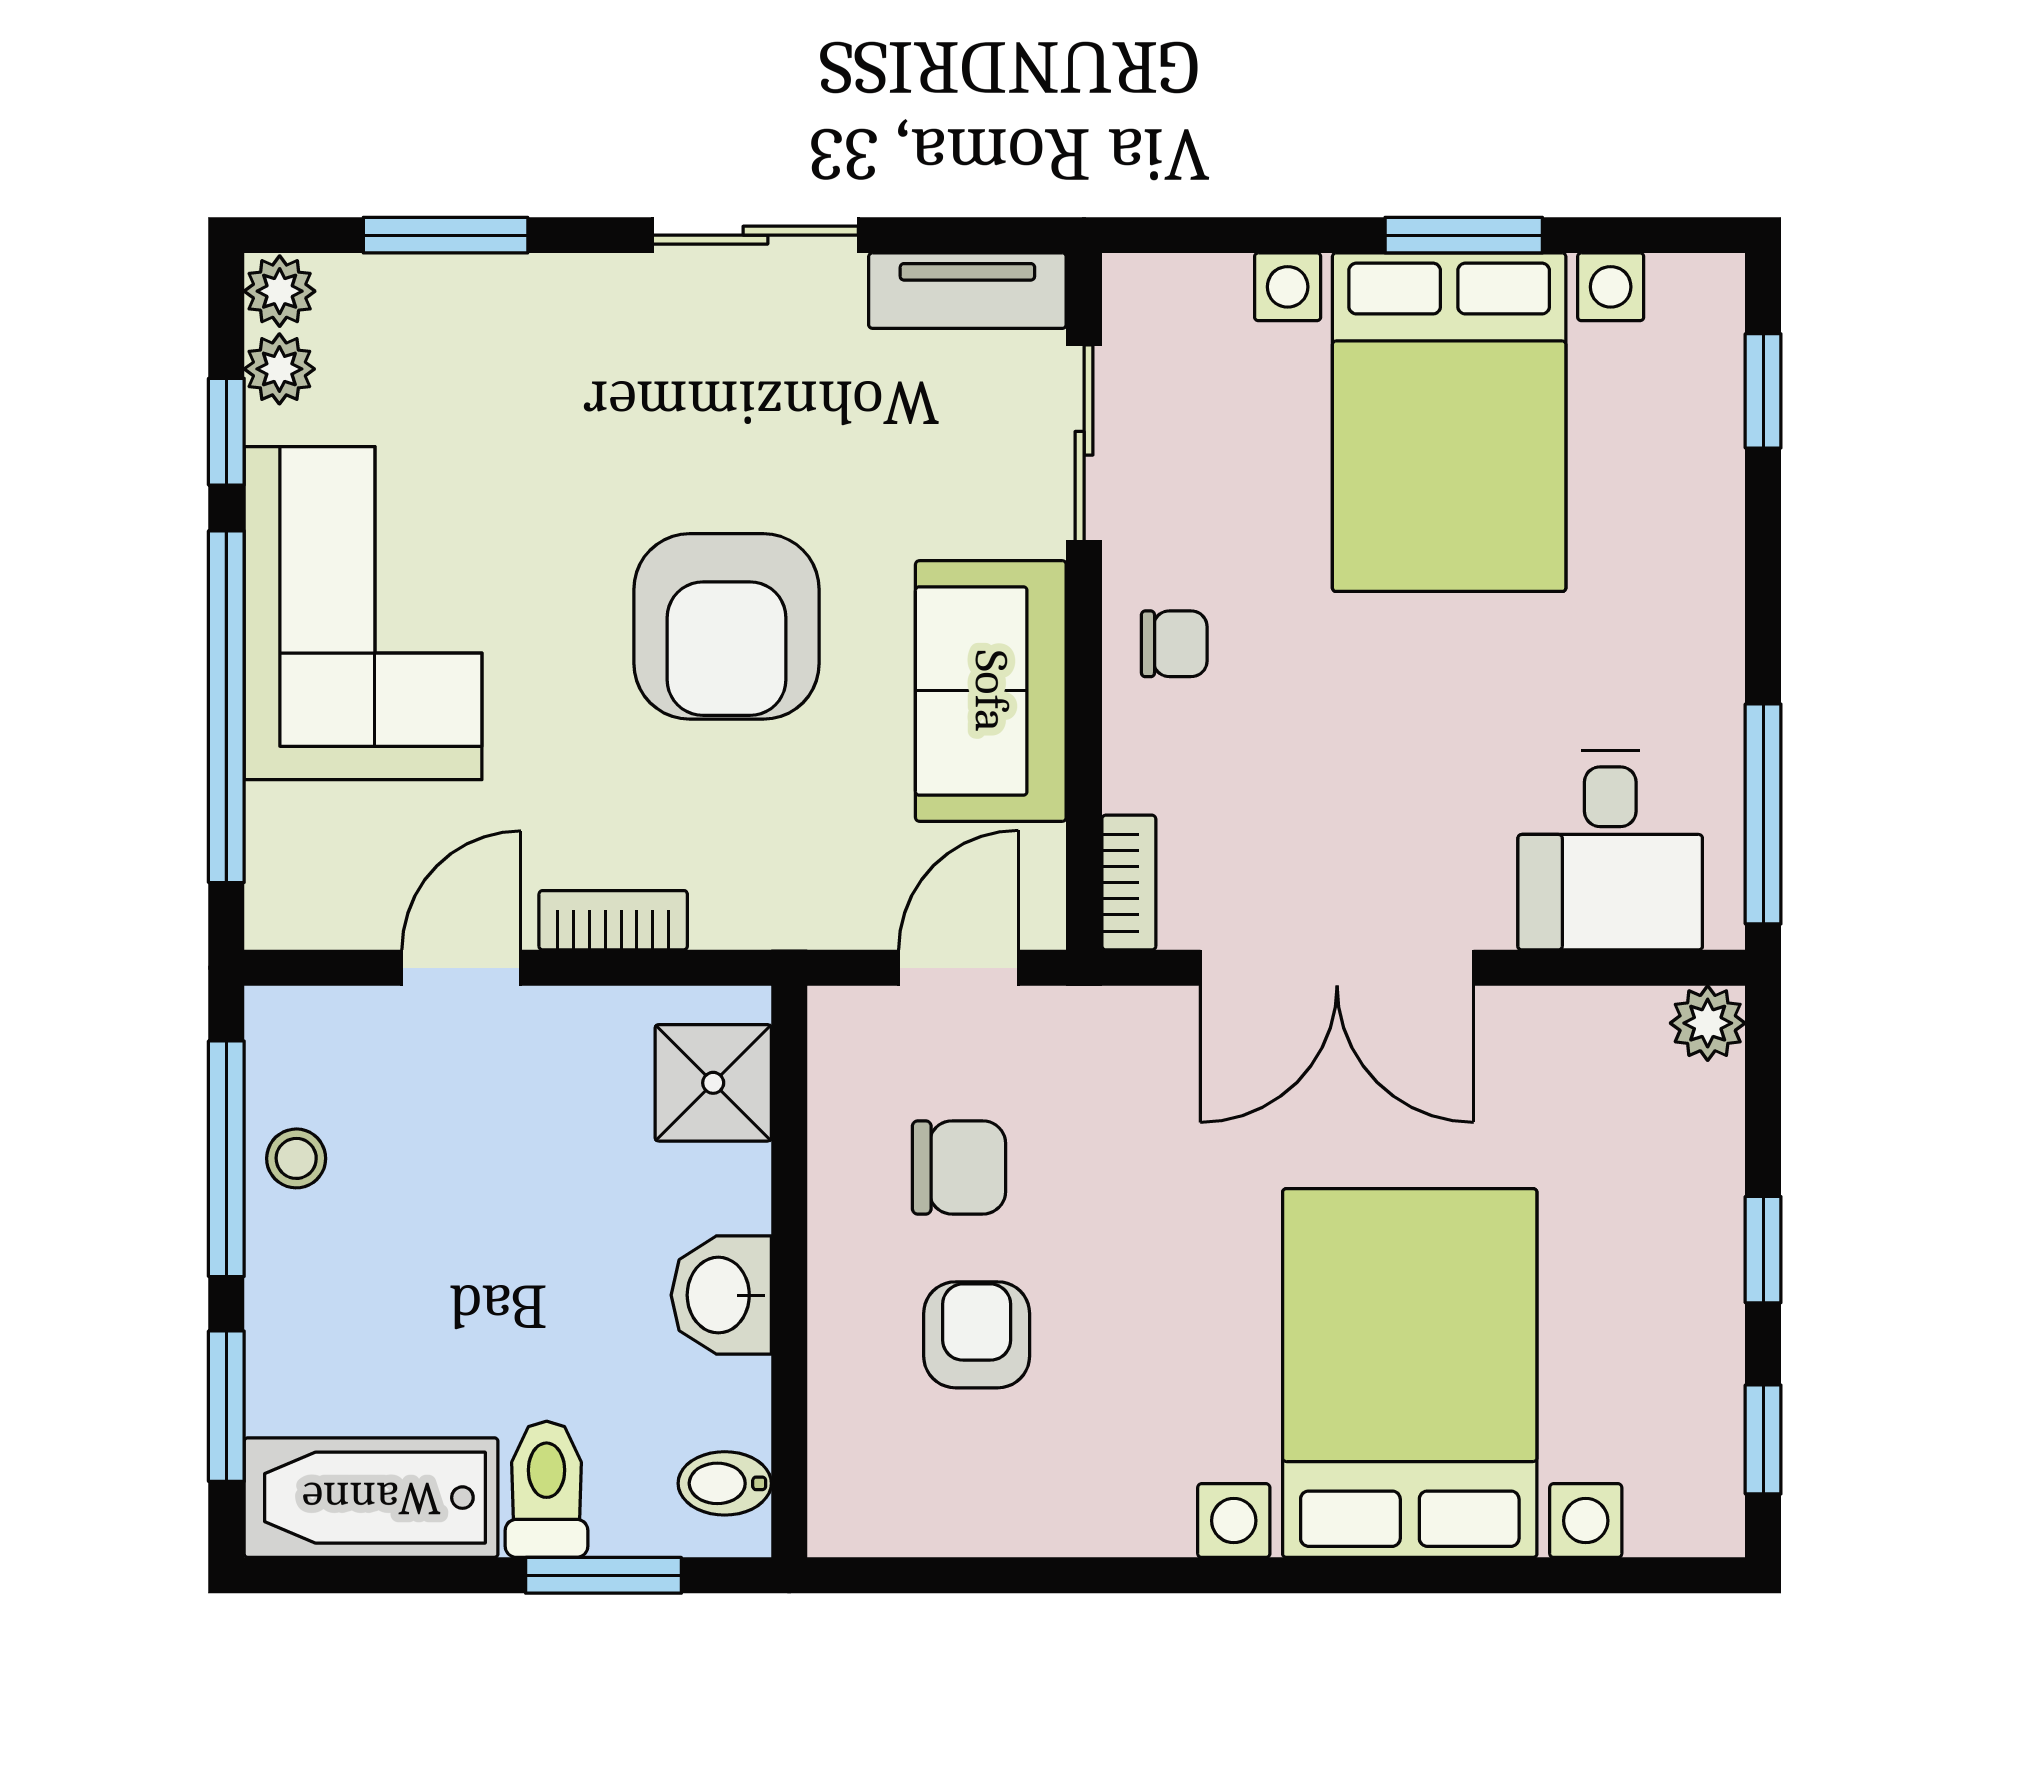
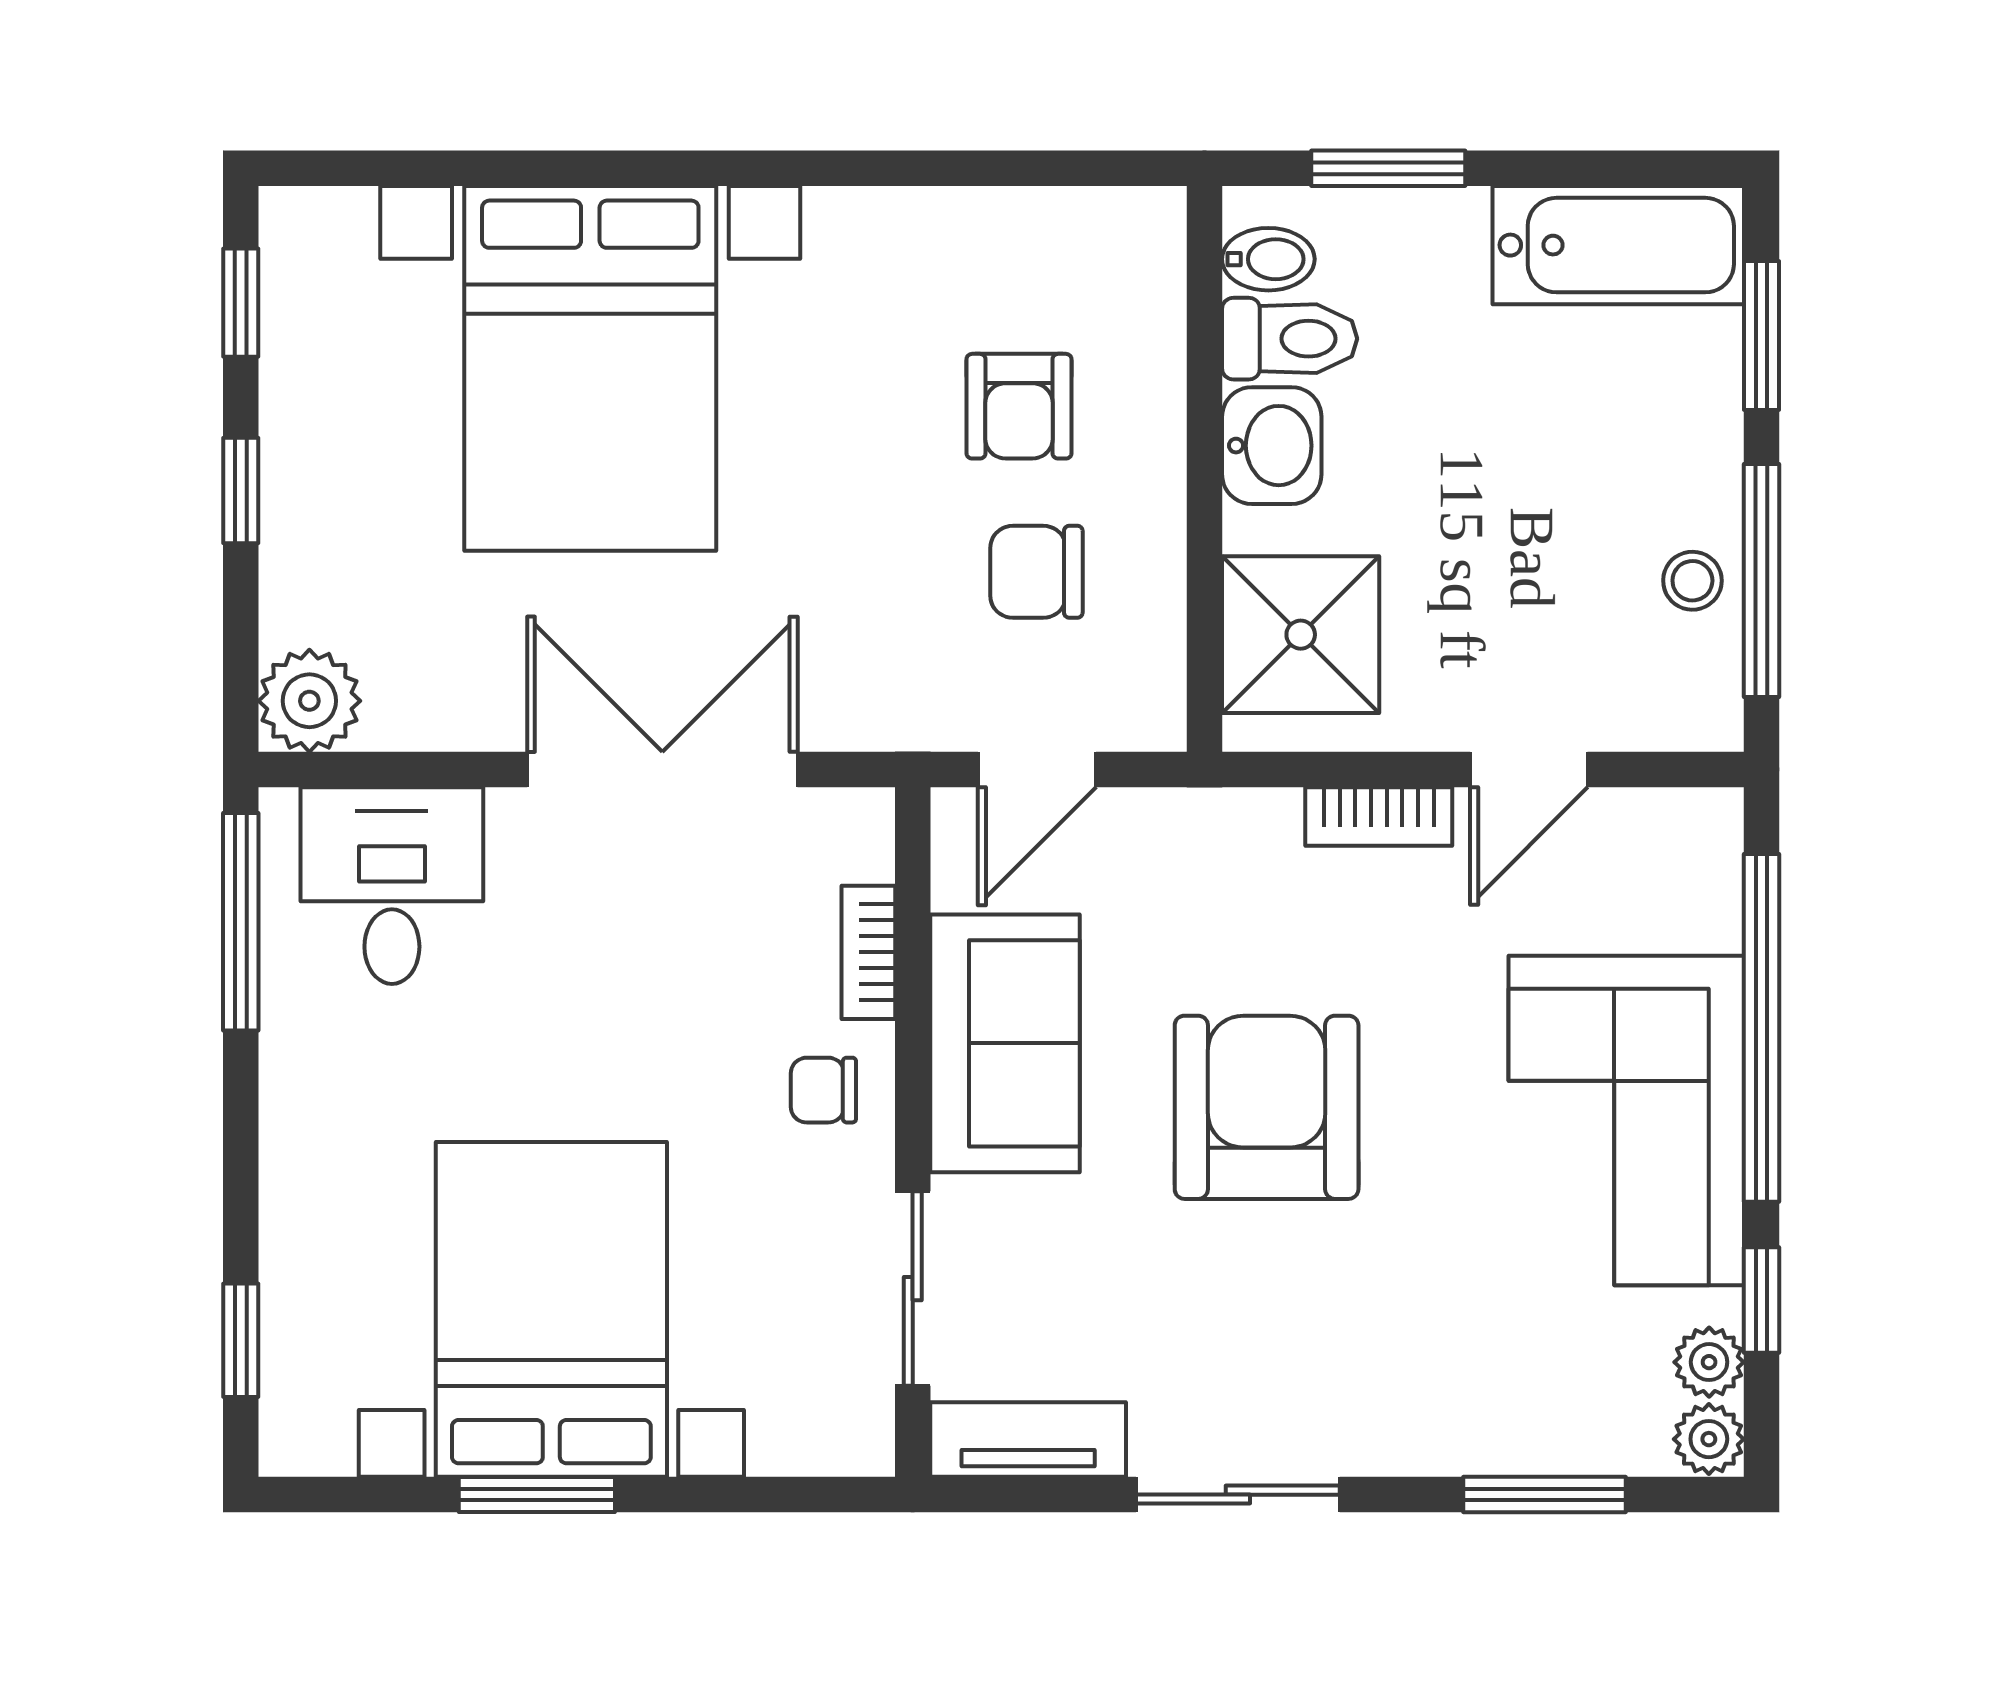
bookcase: (1129, 883) -> (868, 952), moved
plant: (1708, 1023) -> (309, 701), width x1.38, depth x1.38
shower: (713, 1083) -> (1301, 635), width x1.36, depth x1.36
toilet: (547, 1489) -> (1290, 339), moved, turned -90

